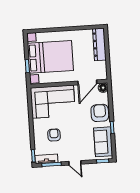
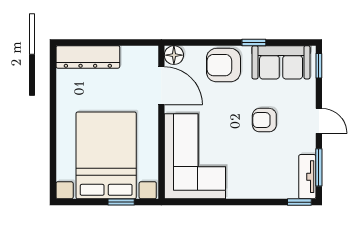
armchair: (54, 135) -> (264, 120), moved
door: (75, 163) -> (319, 121), hinge flipped

